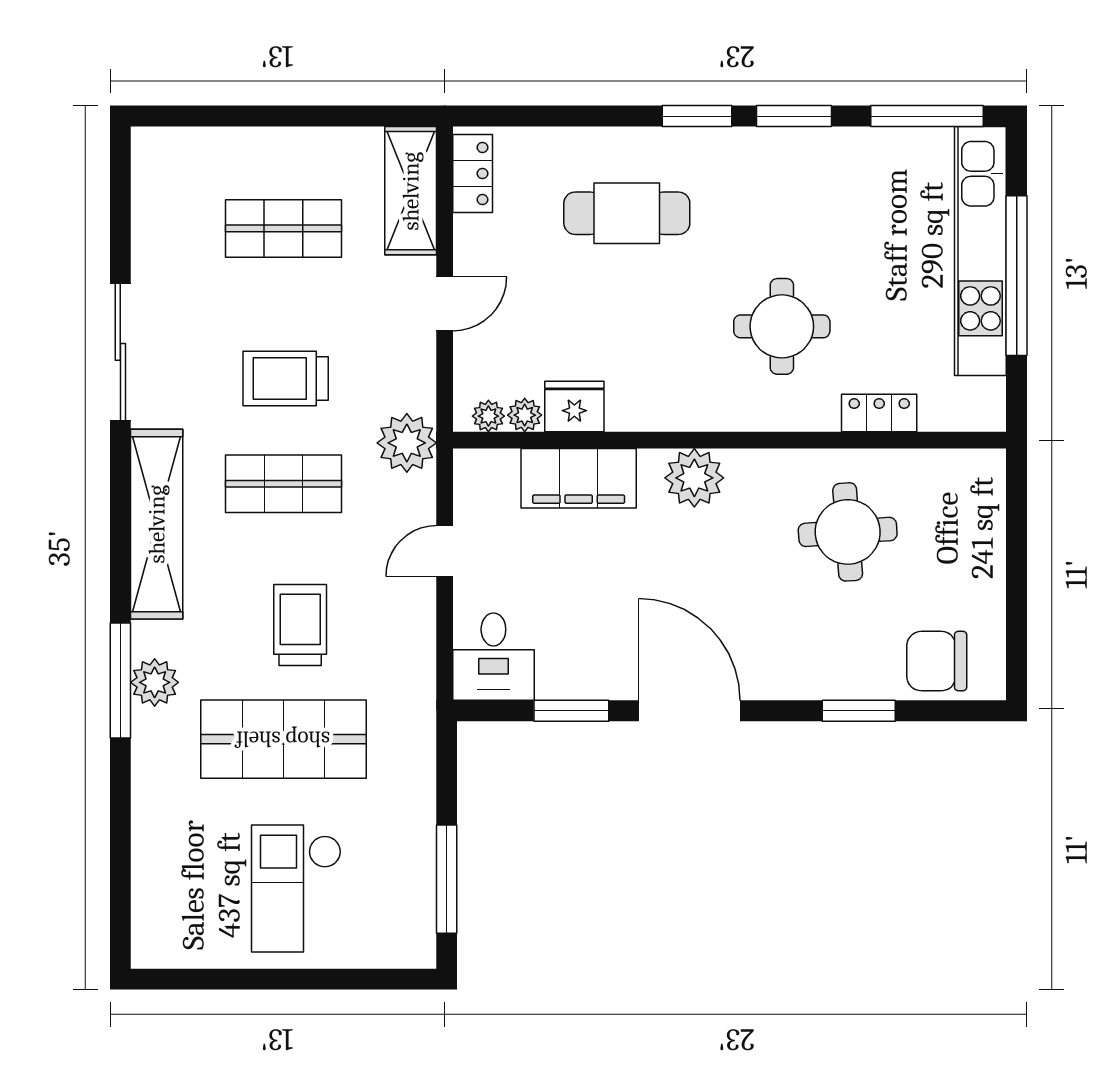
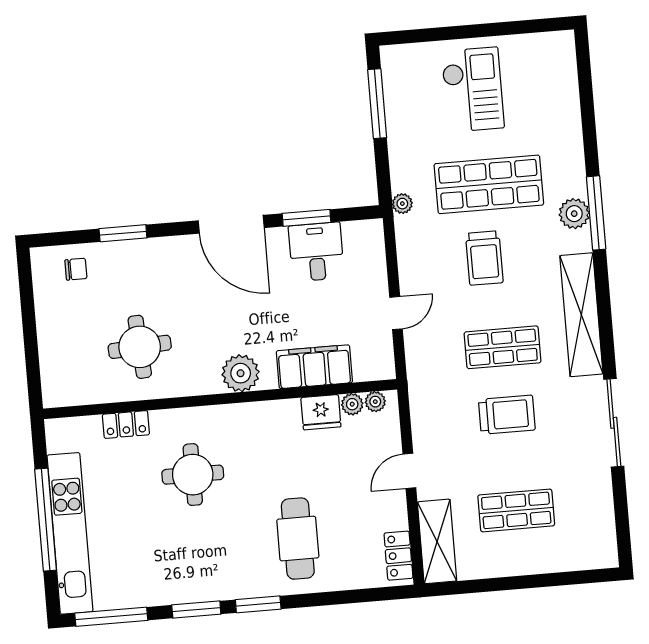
cafe table: (627, 213) -> (298, 539), turned 90
plant: (407, 443) -> (402, 204), moved, width x0.53, depth x0.53
desk: (493, 657) -> (316, 252), moved
chair: (937, 661) -> (76, 269), width x0.54, depth x0.54

